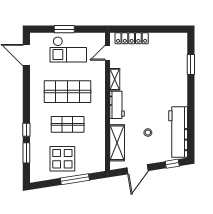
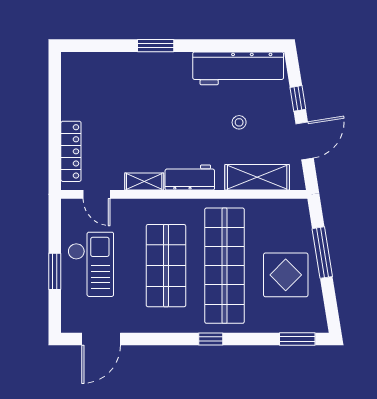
window: (191, 64) -> (156, 46), moved
shop shelf: (68, 124) -> (225, 266), width x2.00, depth x1.36
window: (26, 130) -> (211, 339), moved
window: (26, 153) -> (297, 339), moved
window: (172, 164) -> (298, 98), moved
door: (138, 169) -> (305, 141), hinge flipped

